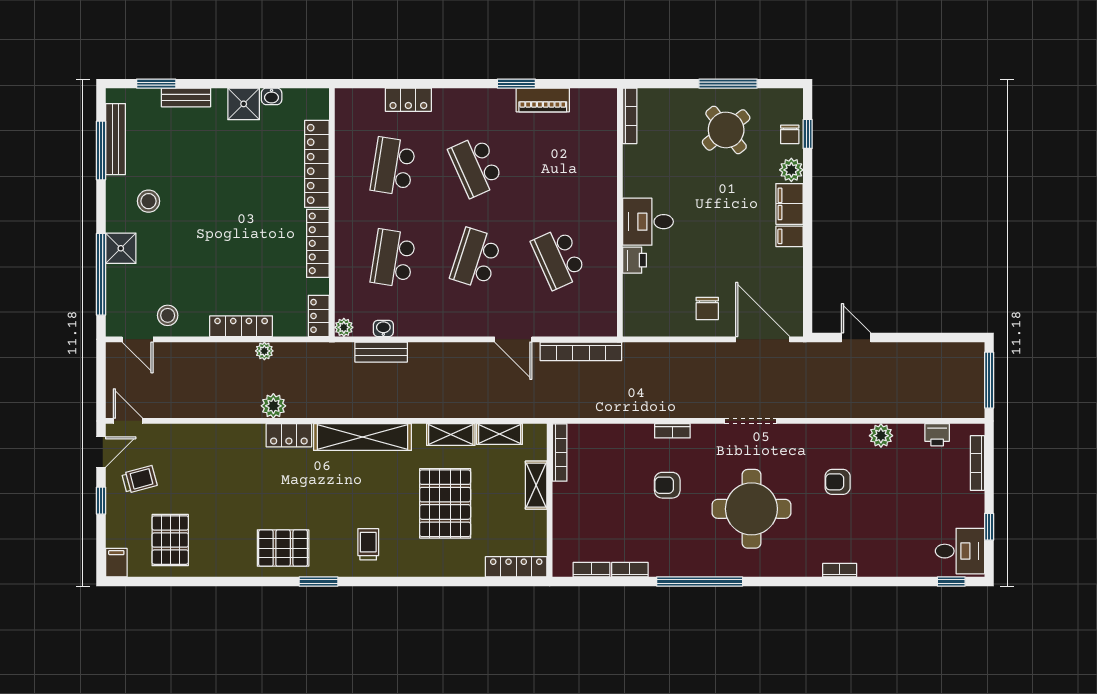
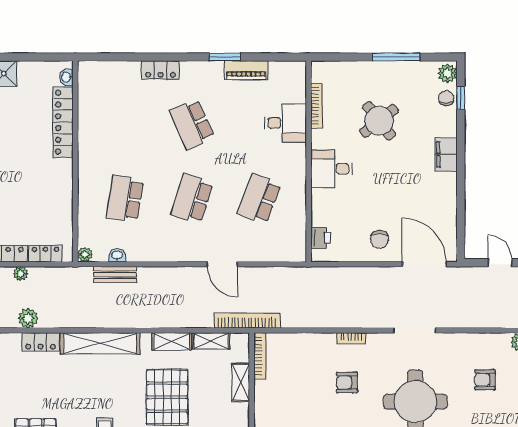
washbasin: (272, 96) -> (66, 77), moved, turned 90
locker: (408, 100) -> (160, 70), moved
bookcase: (630, 116) -> (317, 106), moved
round table: (726, 130) -> (379, 121), moved
chair: (790, 134) -> (446, 98), turned 180
desk: (591, 165) -> (286, 123), added
school desk: (393, 166) -> (125, 124), removed
plant: (791, 170) -> (448, 73), moved
filing cabinet: (789, 236) -> (446, 181), removed
locker: (318, 243) -> (64, 186), removed
school desk: (559, 258) -> (259, 199), turned 45
printer: (635, 260) -> (321, 238), moved
locker: (319, 316) -> (45, 254), moved, turned 90
bookcase: (581, 351) -> (247, 321), moved, turned 180

